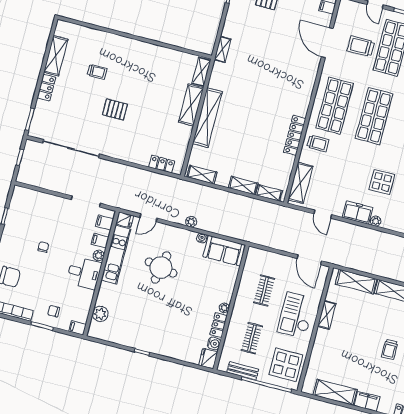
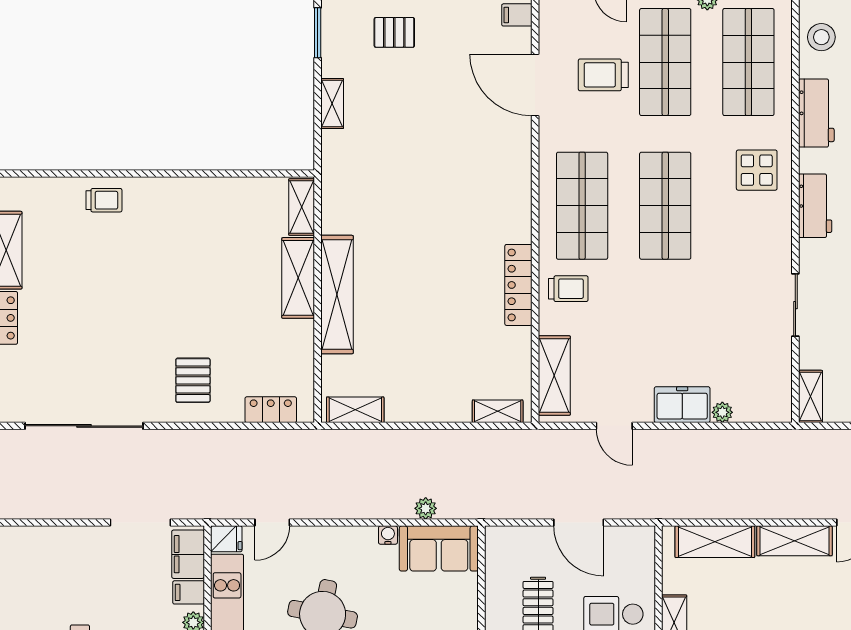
shelving: (223, 49) -> (332, 104), moved
trolley: (97, 72) -> (104, 200), moved
pallet: (115, 109) -> (193, 380), moved, turned 90
display table: (382, 182) -> (715, 332), removed
shelving: (243, 185) -> (442, 410), removed
filing cabinet: (105, 222) -> (188, 554), width x2.00
plant: (191, 222) -> (426, 508), moved
door: (309, 260) -> (579, 523), moved

